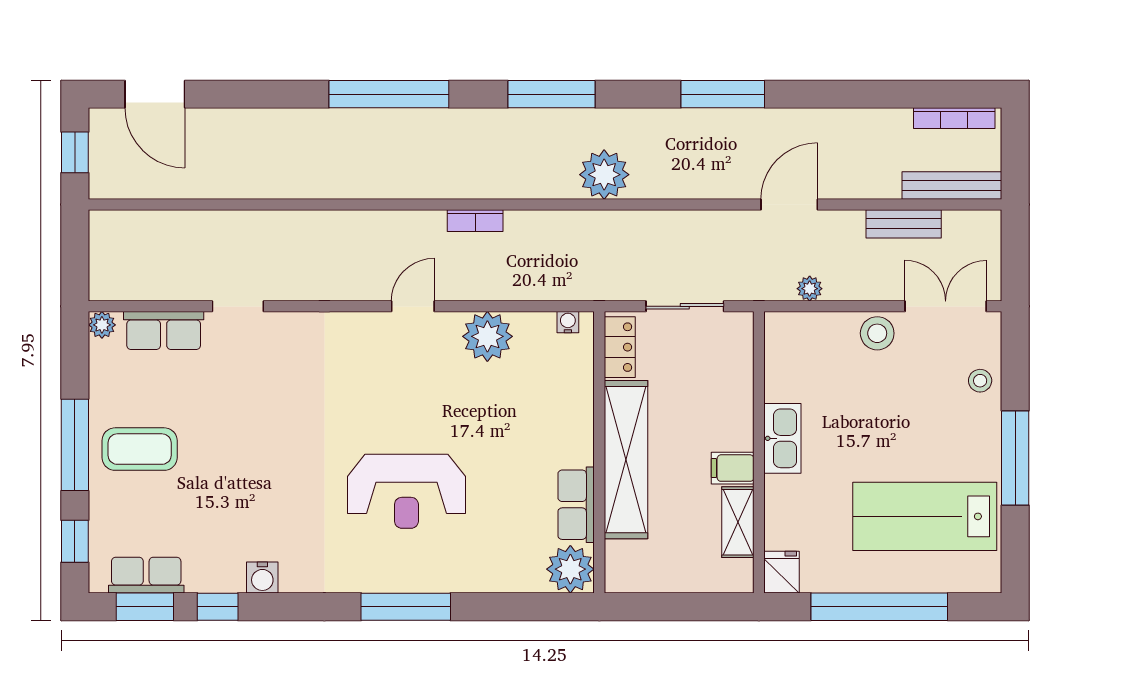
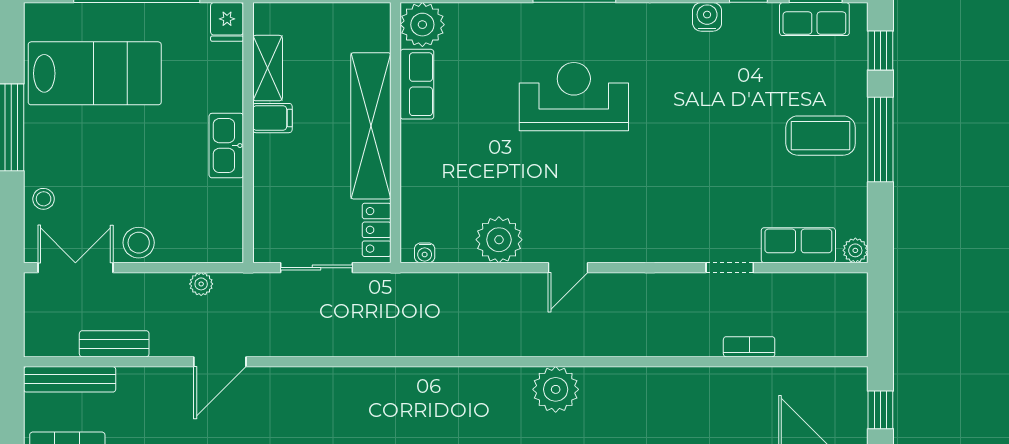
plant: (604, 175) -> (556, 389), moved
bookcase: (475, 221) -> (749, 347), moved
double door: (946, 306) -> (75, 268), swing flipped

